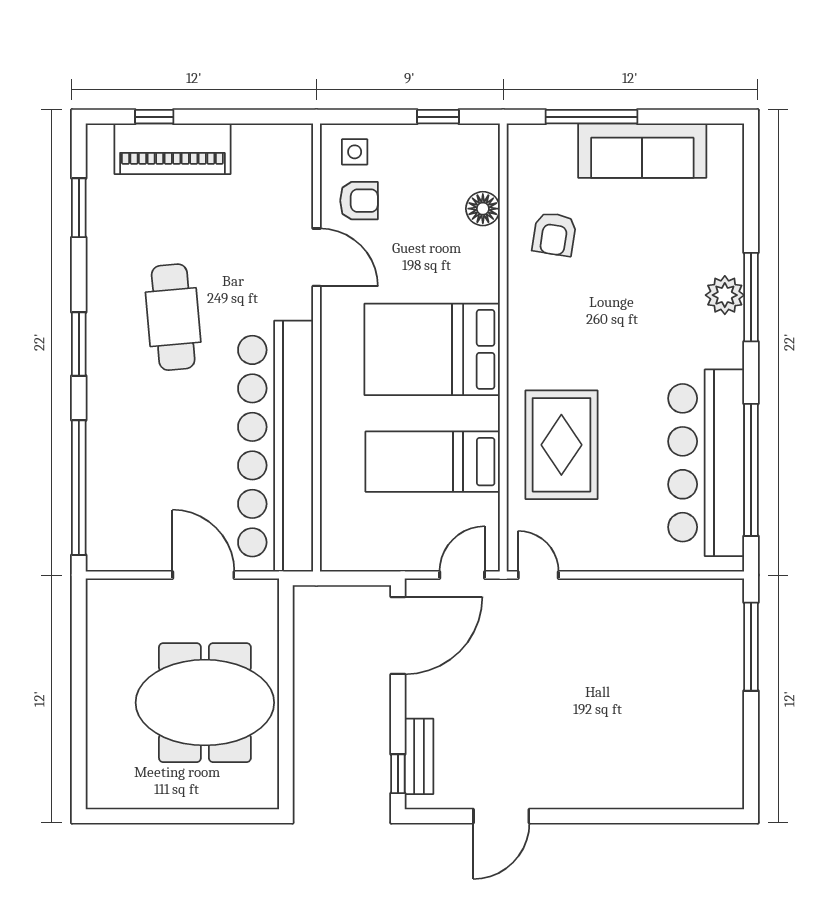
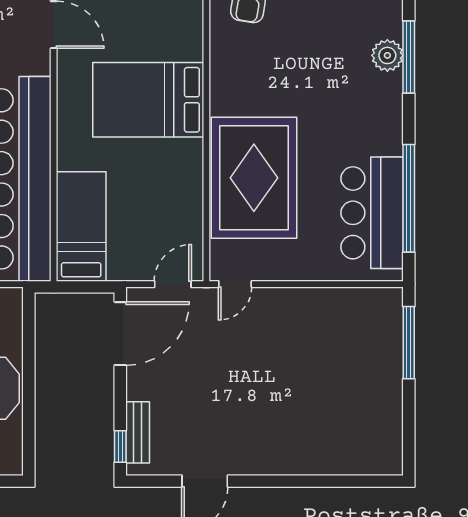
rug: (561, 445) -> (254, 178), width x1.37, depth x1.44
bed: (433, 462) -> (81, 227), moved, turned 90
bar counter: (706, 463) -> (372, 213), width x0.73
door: (538, 575) -> (235, 284), swing flipped

